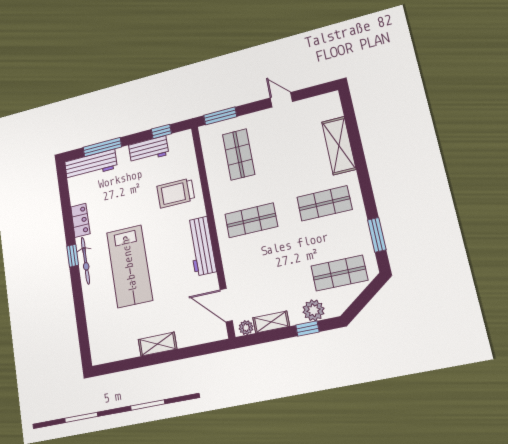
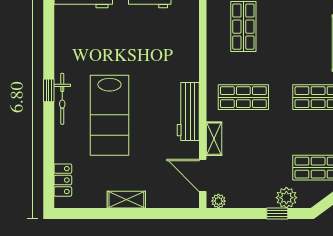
trolley: (176, 193) -> (171, 51), removed
locker: (80, 220) -> (63, 180), moved
shelving: (271, 322) -> (214, 139), moved, turned 90

